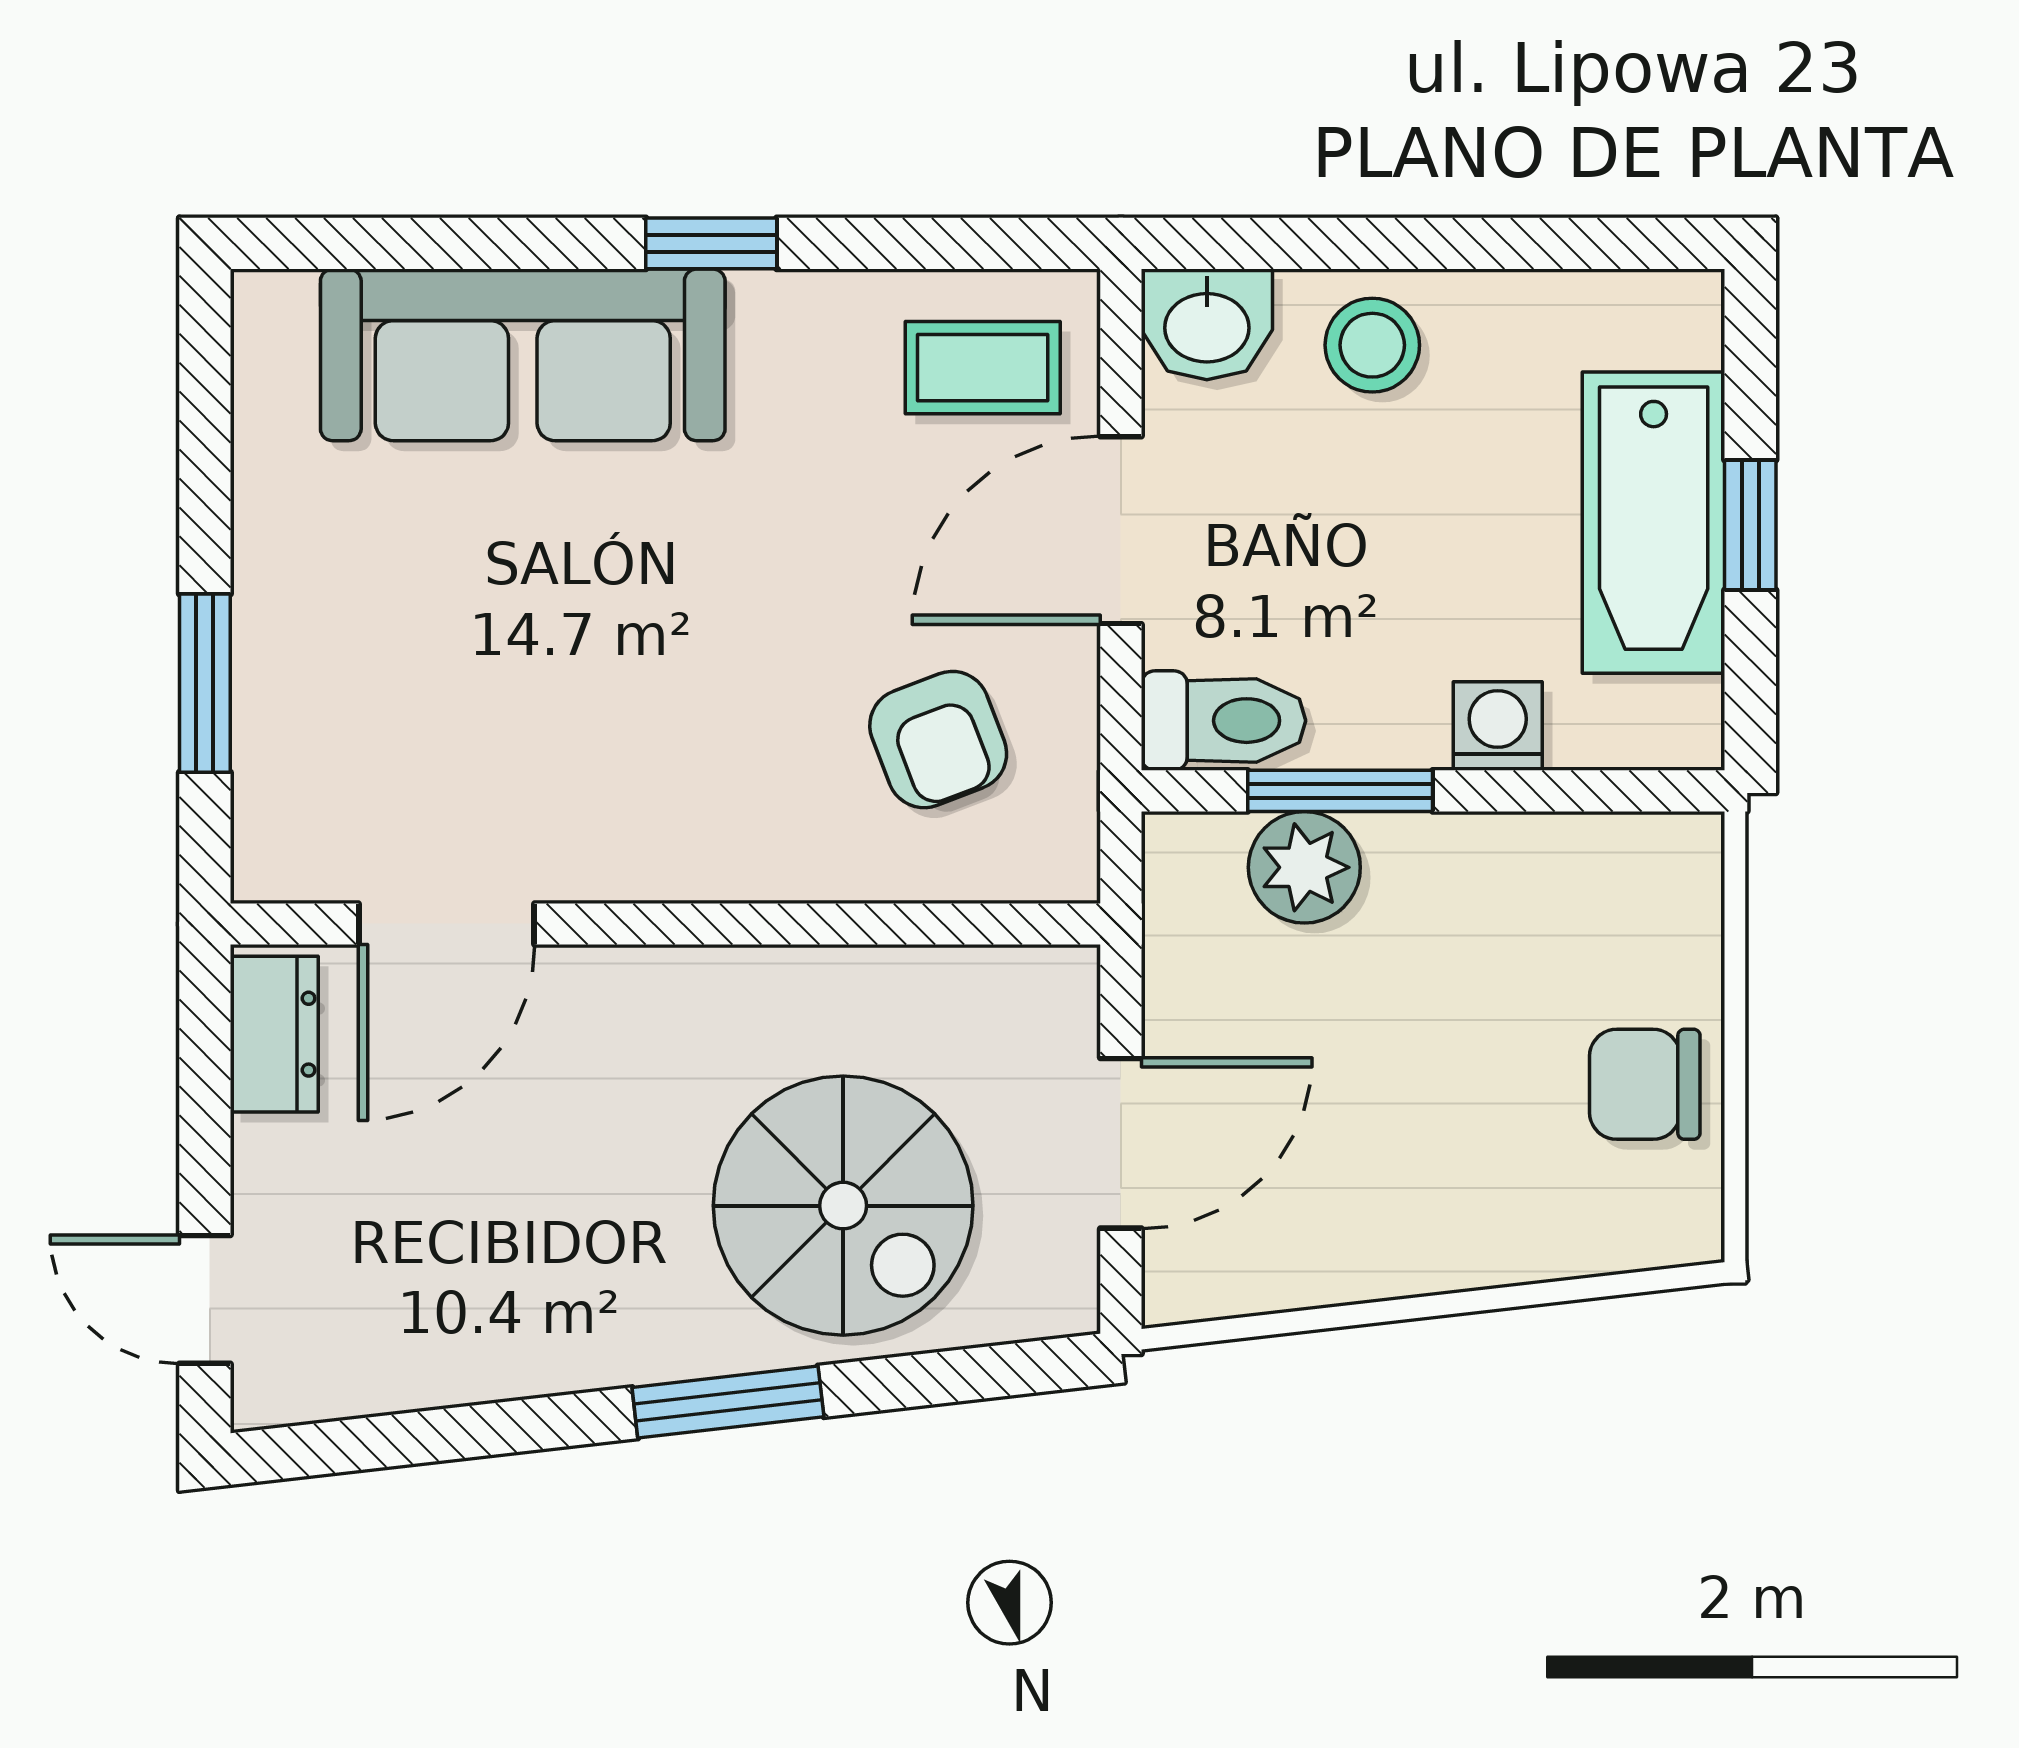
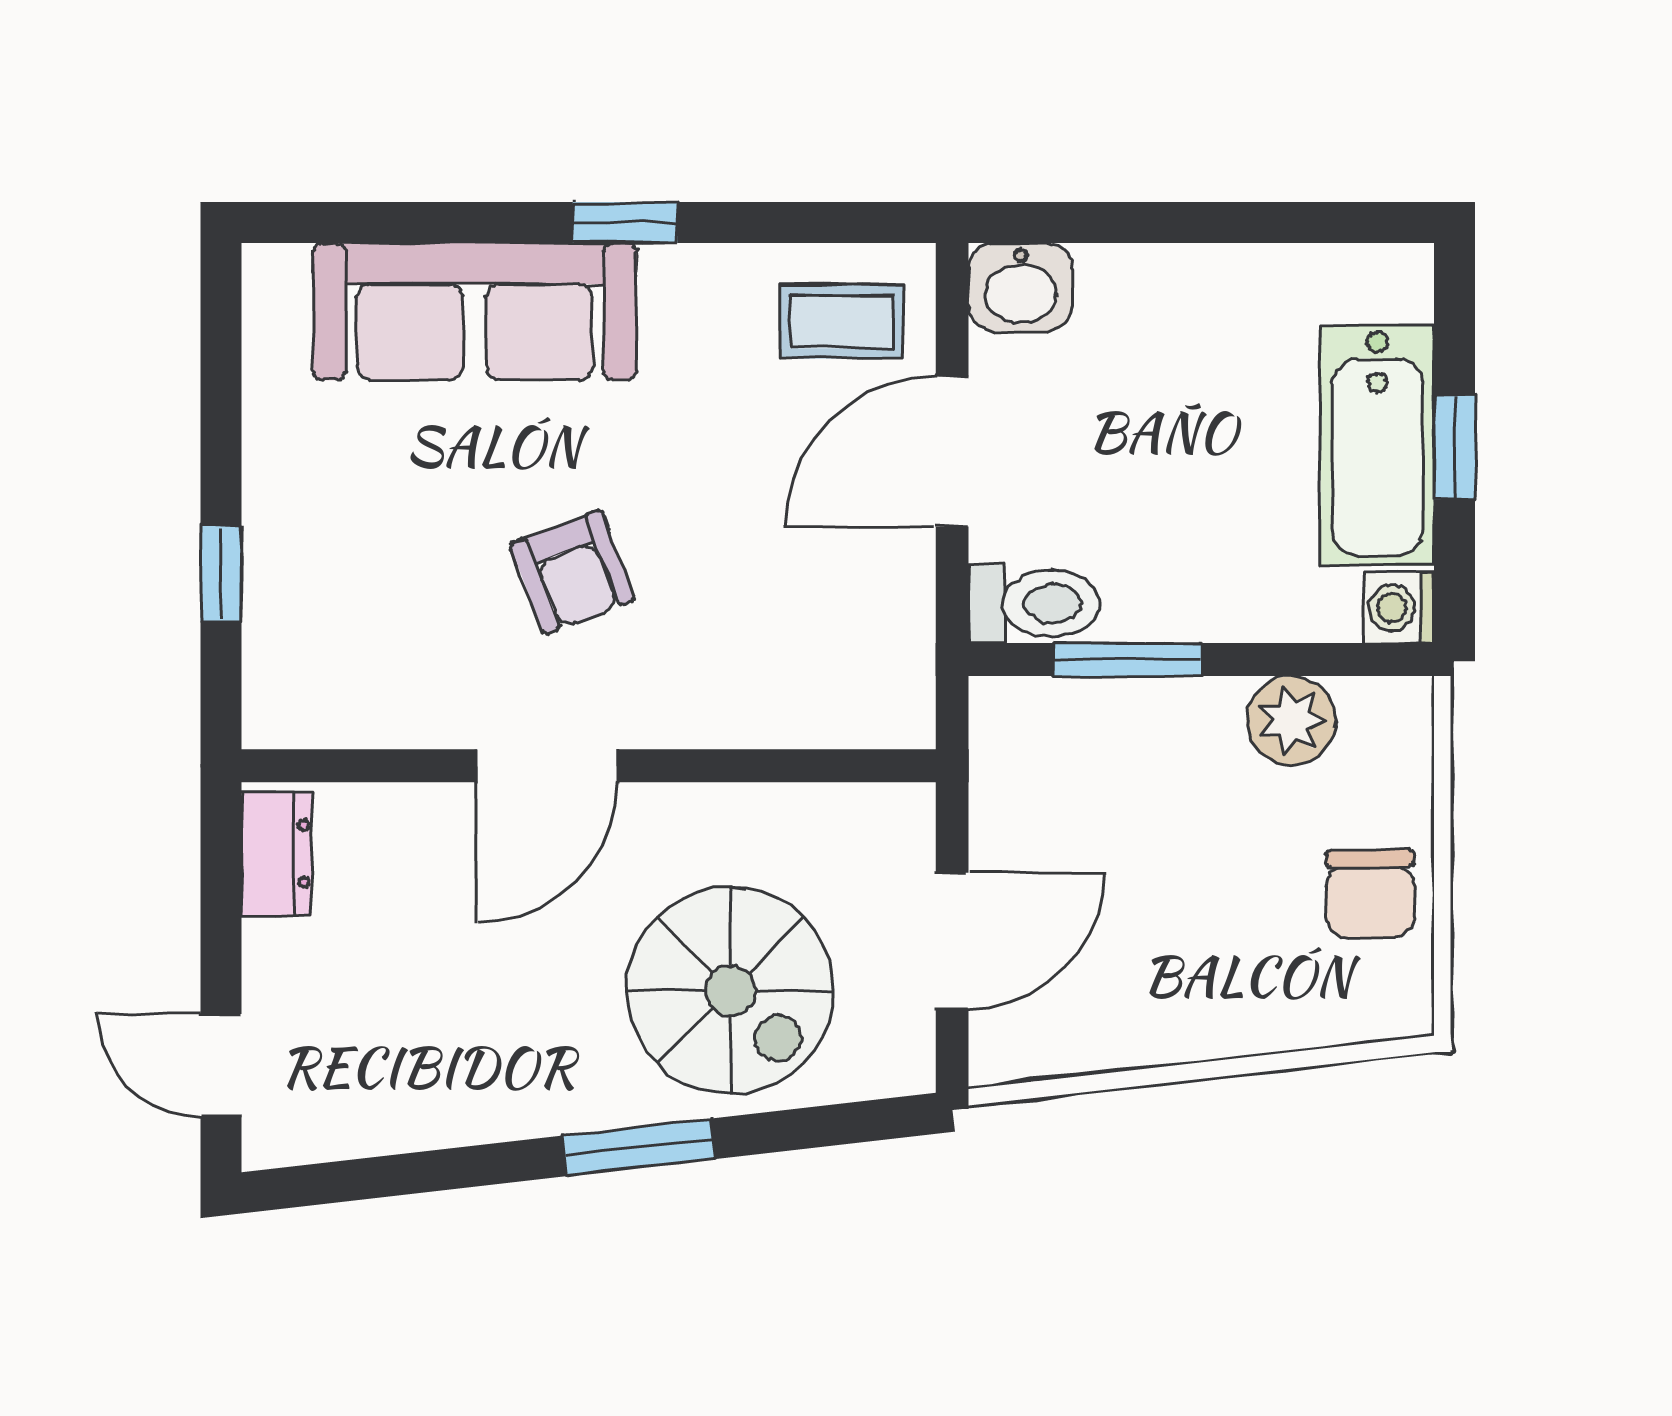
stool: (1372, 345) -> (1153, 304), removed
window: (205, 683) -> (221, 573), width x0.67
washing machine: (1498, 726) -> (1399, 608), moved, turned -90
armchair: (938, 740) -> (573, 572), moved
plant: (1304, 867) -> (1291, 721), moved
door: (446, 924) -> (547, 766), moved
chair: (1645, 1084) -> (1370, 894), turned -91

